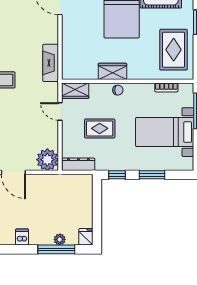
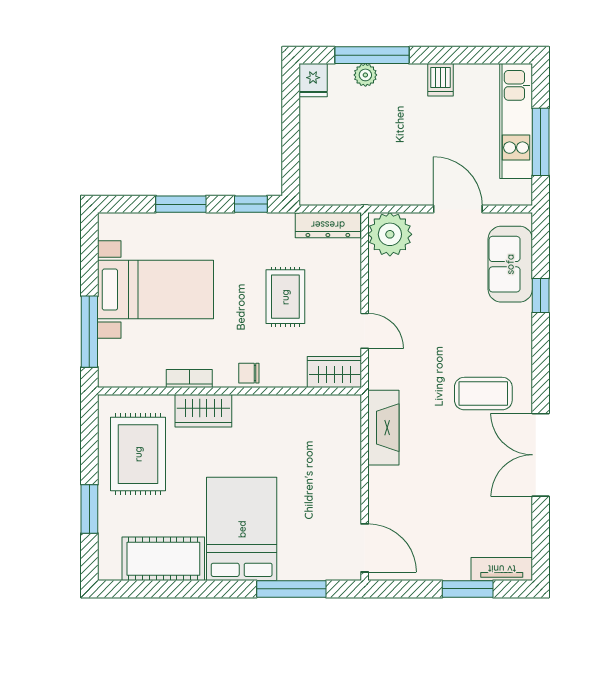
wardrobe: (112, 71) -> (203, 411), moved
bookcase: (166, 87) -> (189, 379), moved
rug: (100, 128) -> (285, 297), turned 90

